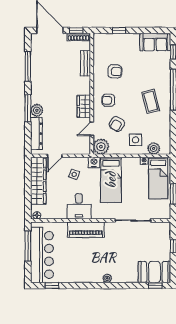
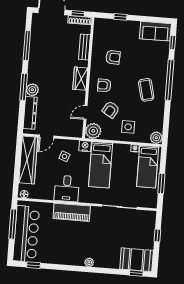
wardrobe: (84, 106) -> (80, 79), moved
plant: (154, 148) -> (156, 138), moved

